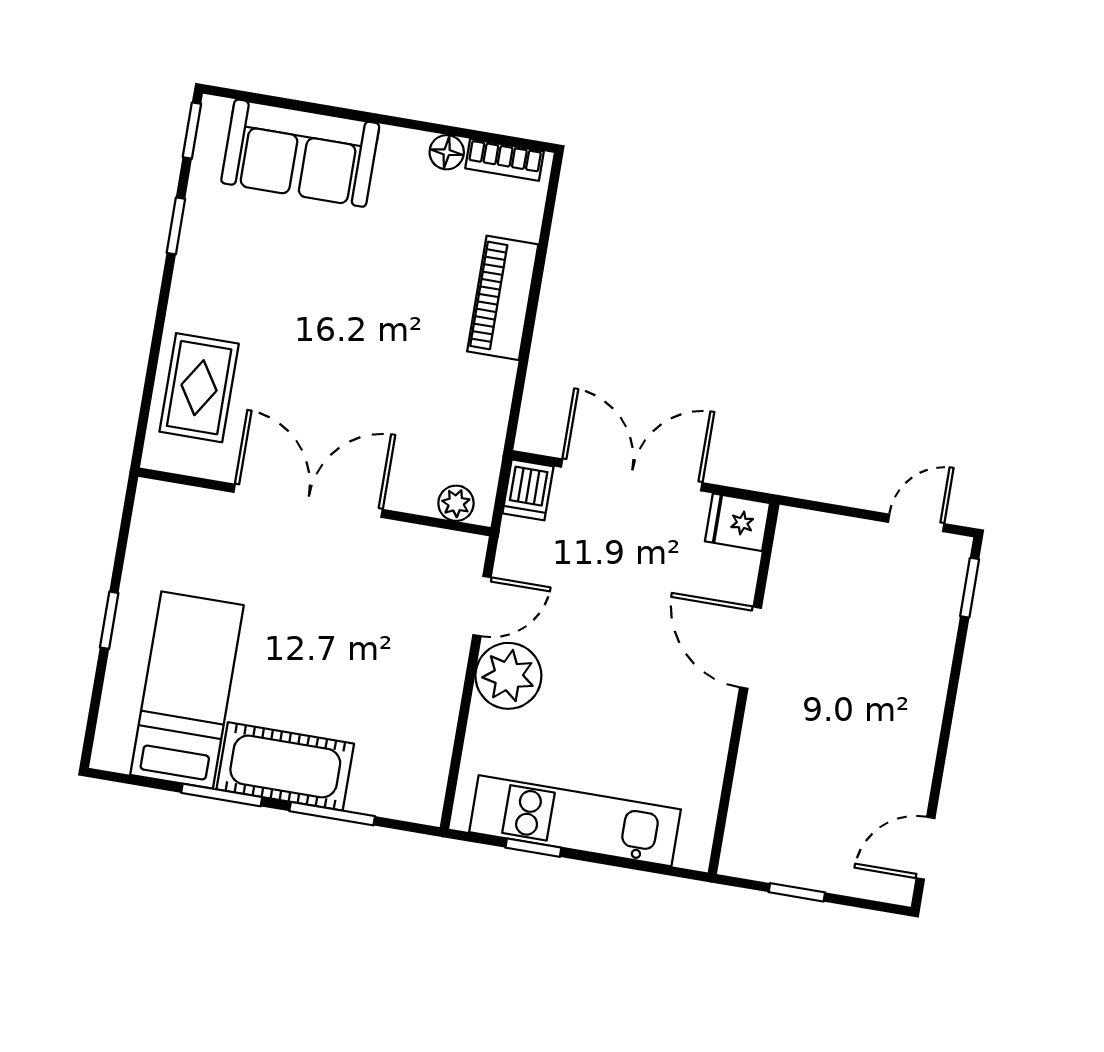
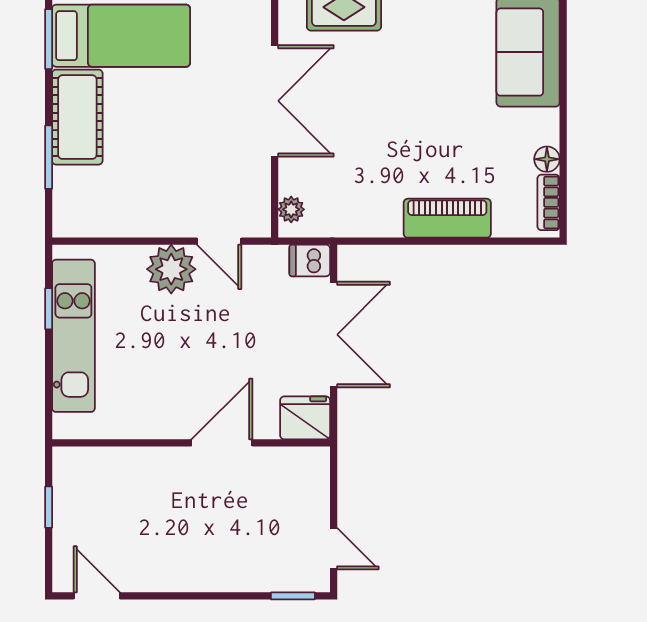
fridge: (738, 522) -> (305, 418), width x1.38
window: (222, 795) -> (49, 39), moved

